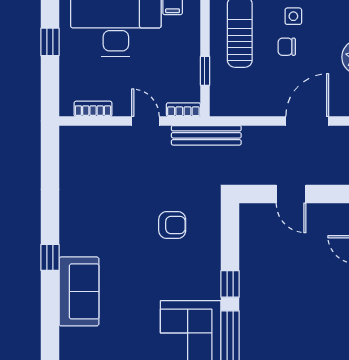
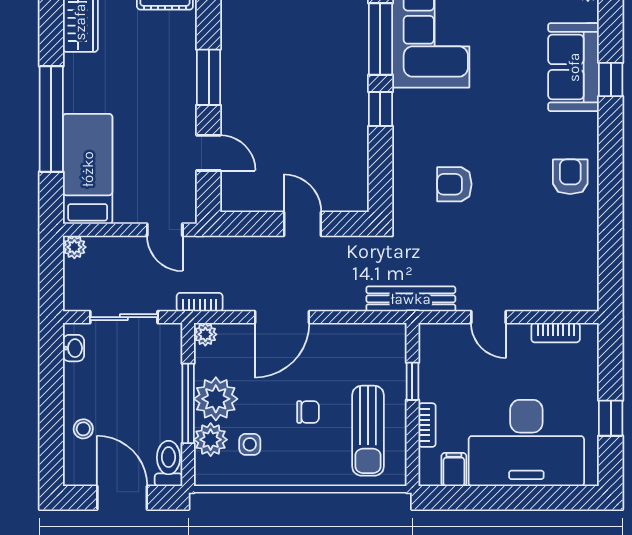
side table: (293, 16) -> (250, 444), moved
bookcase: (183, 110) -> (427, 425), moved, turned -90
armchair: (82, 231) -> (570, 177), added
window: (50, 257) -> (611, 80), moved
sofa: (79, 291) -> (574, 67), moved

